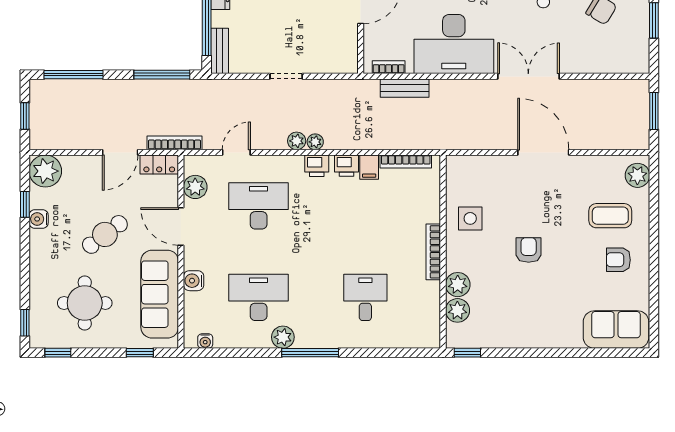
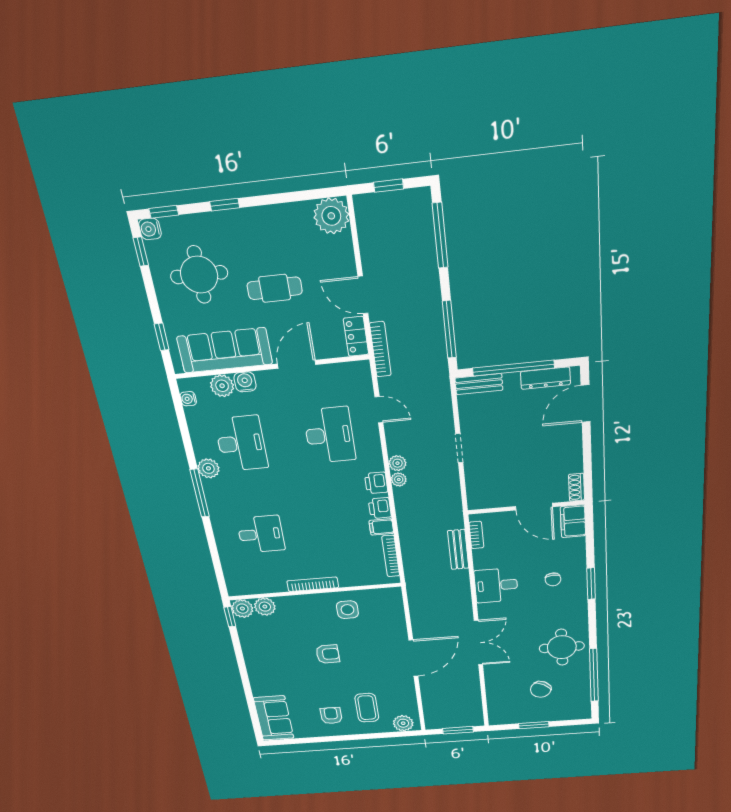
desk: (454, 44) -> (496, 585), width x0.53, depth x0.77
plant: (195, 187) -> (222, 386), moved
window: (25, 204) -> (225, 205), moved
water cooler: (39, 219) -> (150, 229), moved, turned -90
cafe table: (105, 234) -> (275, 288), turned -53
plant: (458, 285) -> (242, 609), moved

